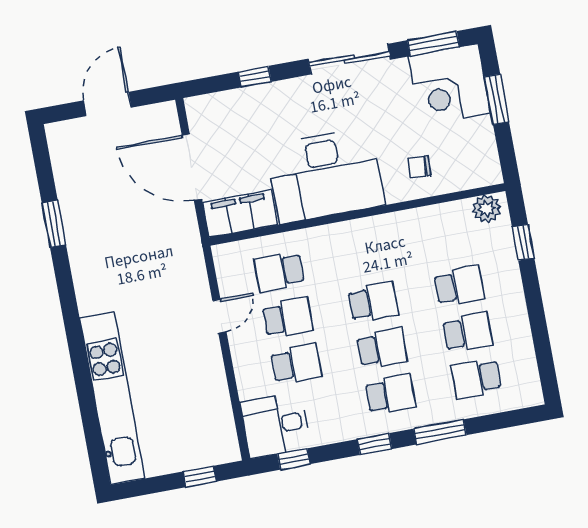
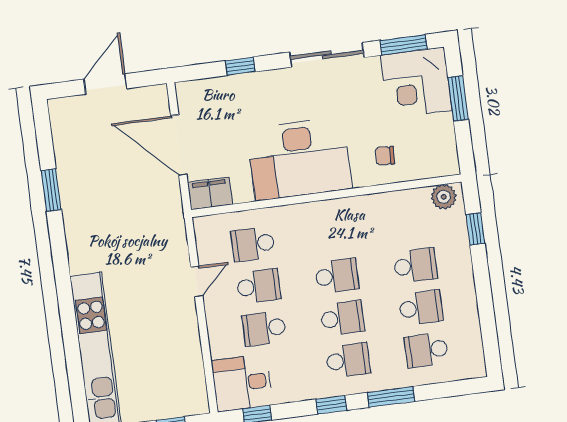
filing cabinet: (240, 214) -> (210, 193), width x0.67, depth x0.86
school desk: (296, 364) -> (264, 328), turned 180

